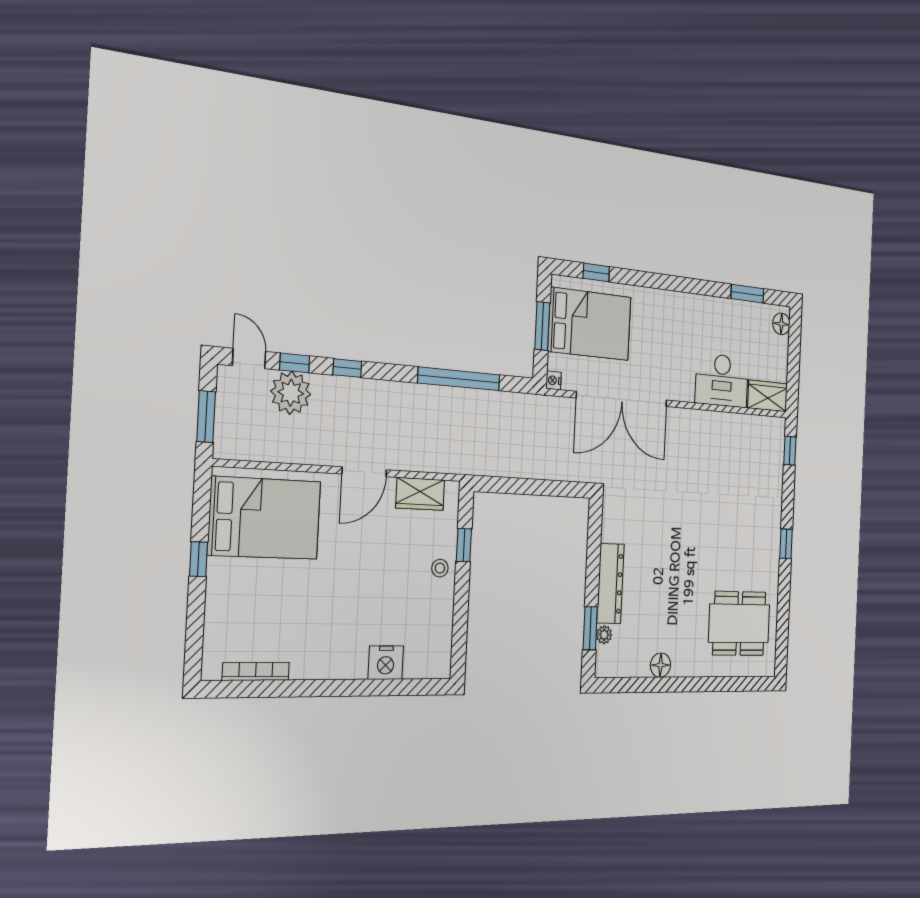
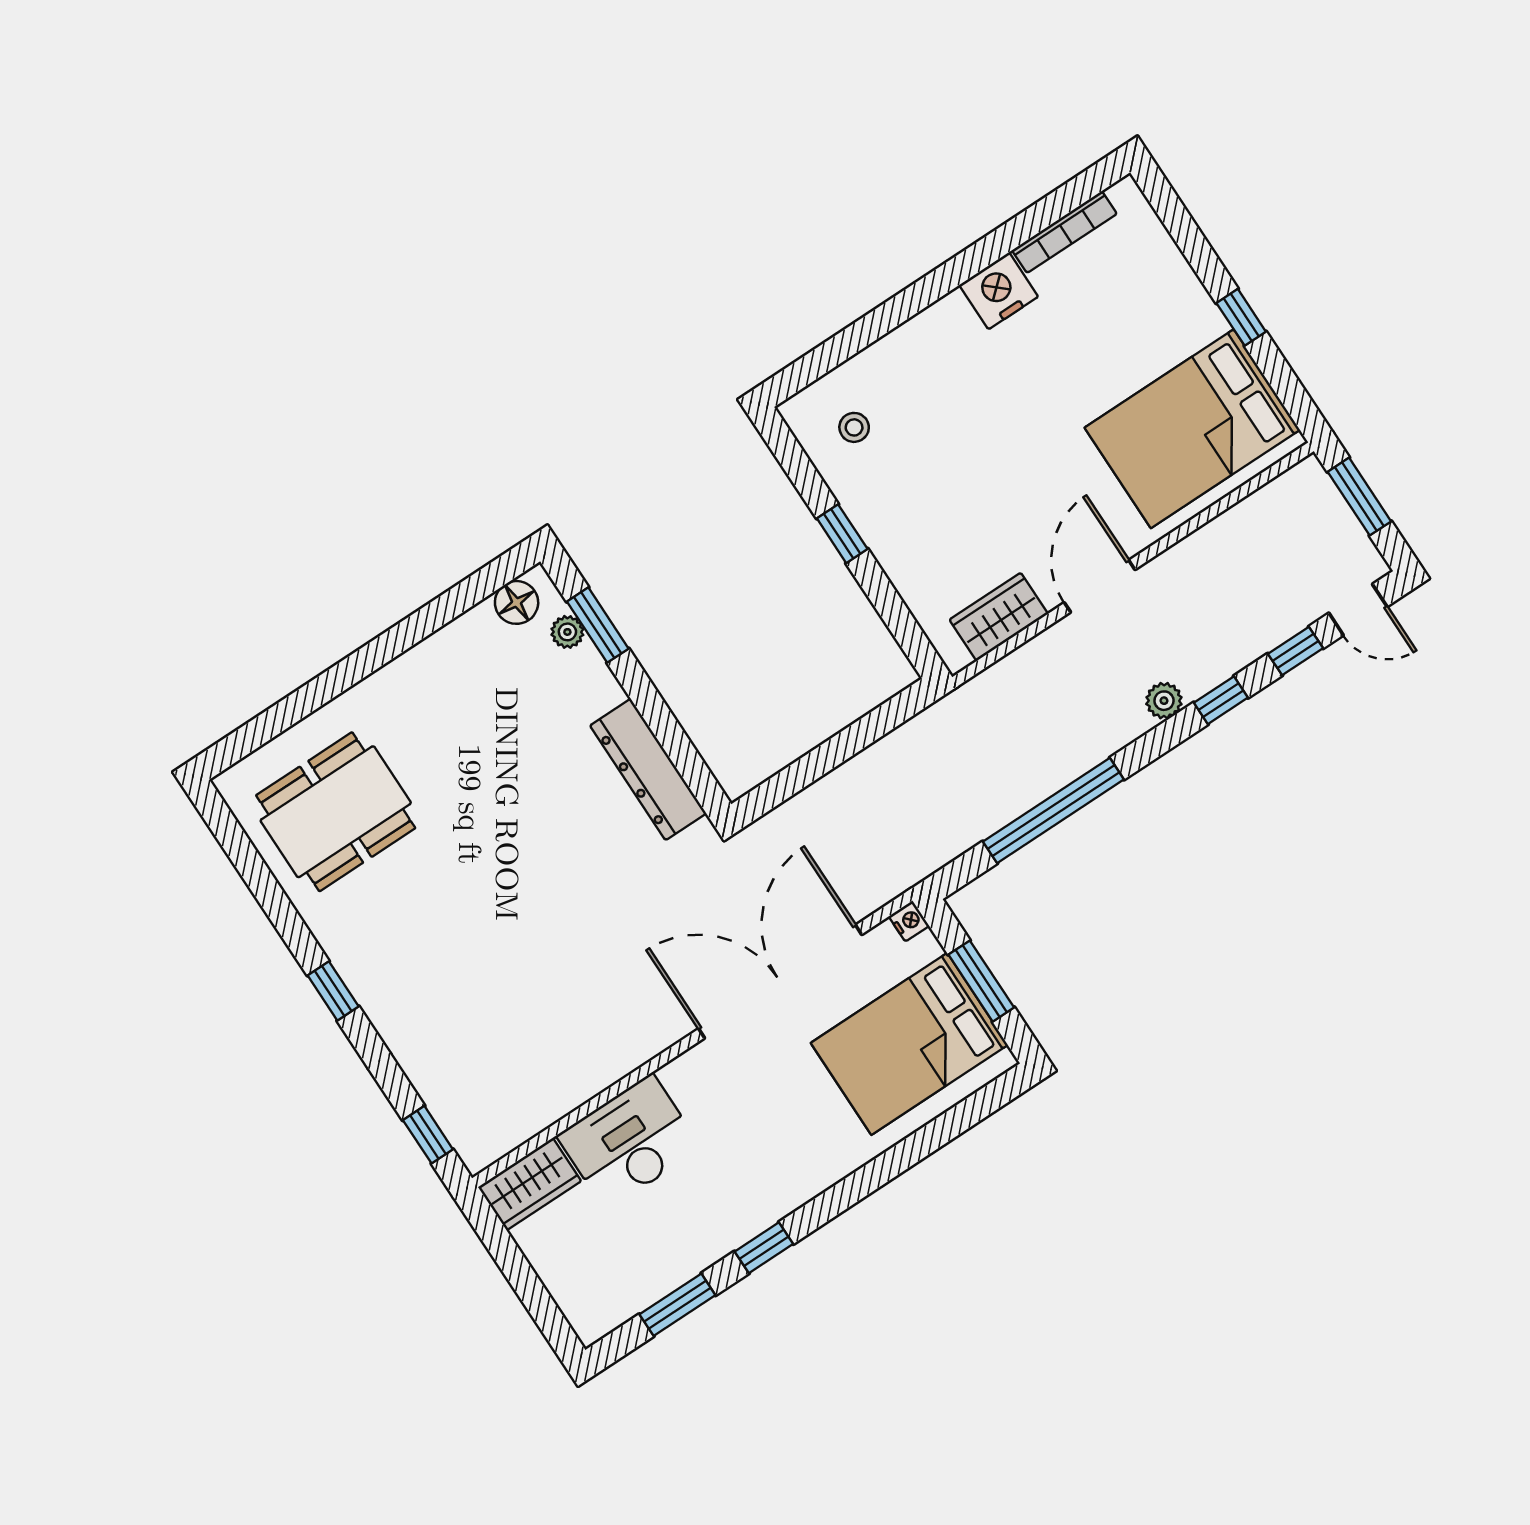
window: (596, 272) -> (764, 1248), moved
floor lamp: (781, 324) -> (583, 1311), removed
plant: (291, 393) -> (1164, 701), moved, width x0.53, depth x0.53
window: (464, 545) -> (842, 534), moved
stool: (440, 568) -> (854, 427), moved
dresser: (610, 584) -> (648, 769), moved
nightstand: (386, 663) -> (999, 291), moved
floor lamp: (660, 665) -> (517, 602), moved

